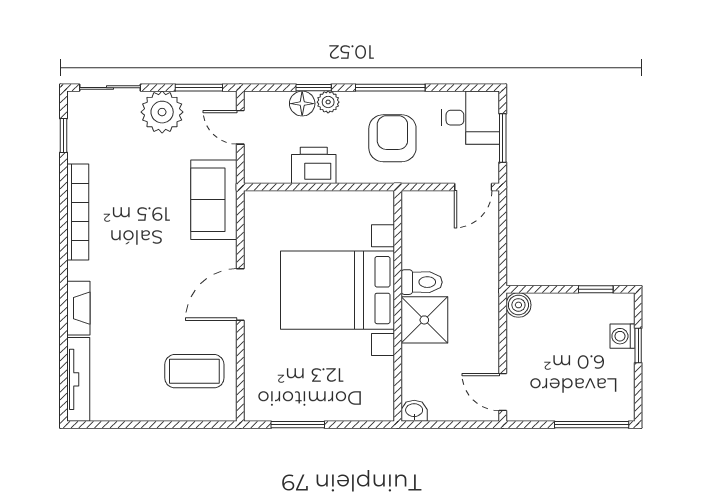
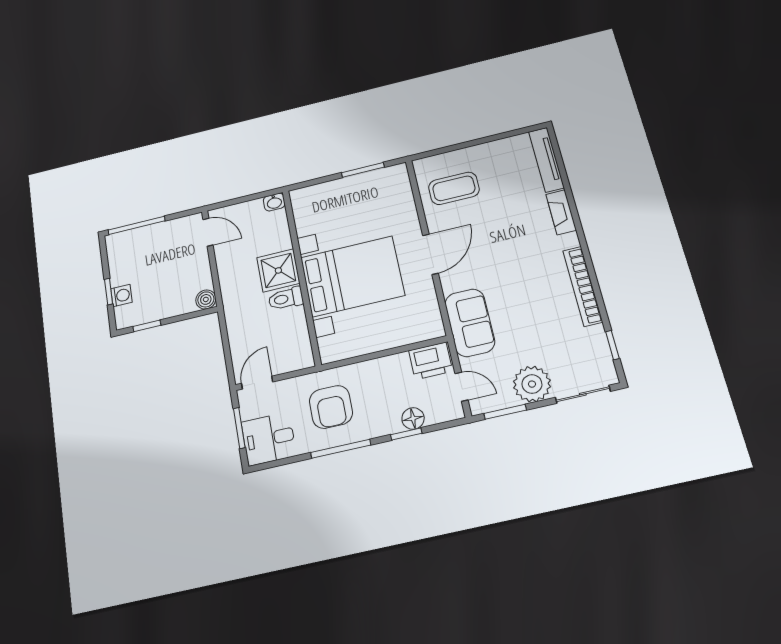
plant: (328, 102) -> (391, 425), removed
printer: (314, 165) -> (431, 361), moved

